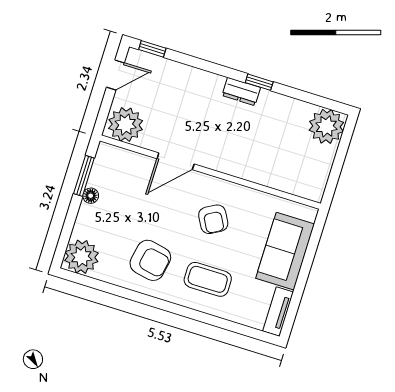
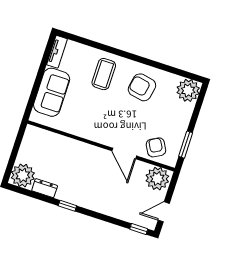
dresser: (241, 91) -> (45, 188), moved
door: (176, 161) -> (124, 153), swing flipped
floor lamp: (91, 196) -> (181, 131), removed
armchair: (213, 219) -> (156, 147), moved
coffee table: (208, 279) -> (104, 74), turned 90

